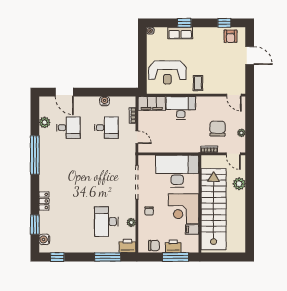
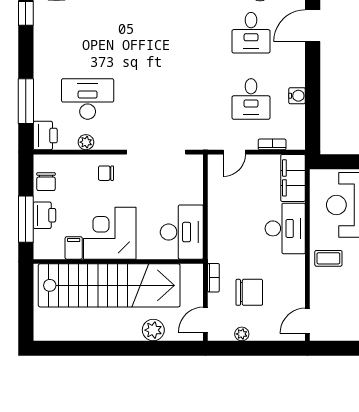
desk: (177, 171) -> (182, 232), width x0.73, depth x0.77

